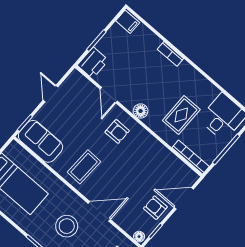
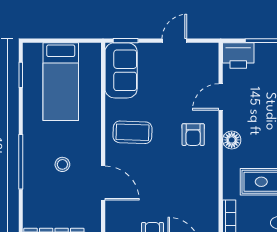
stool: (67, 226) -> (62, 164), width x0.53, depth x0.53

